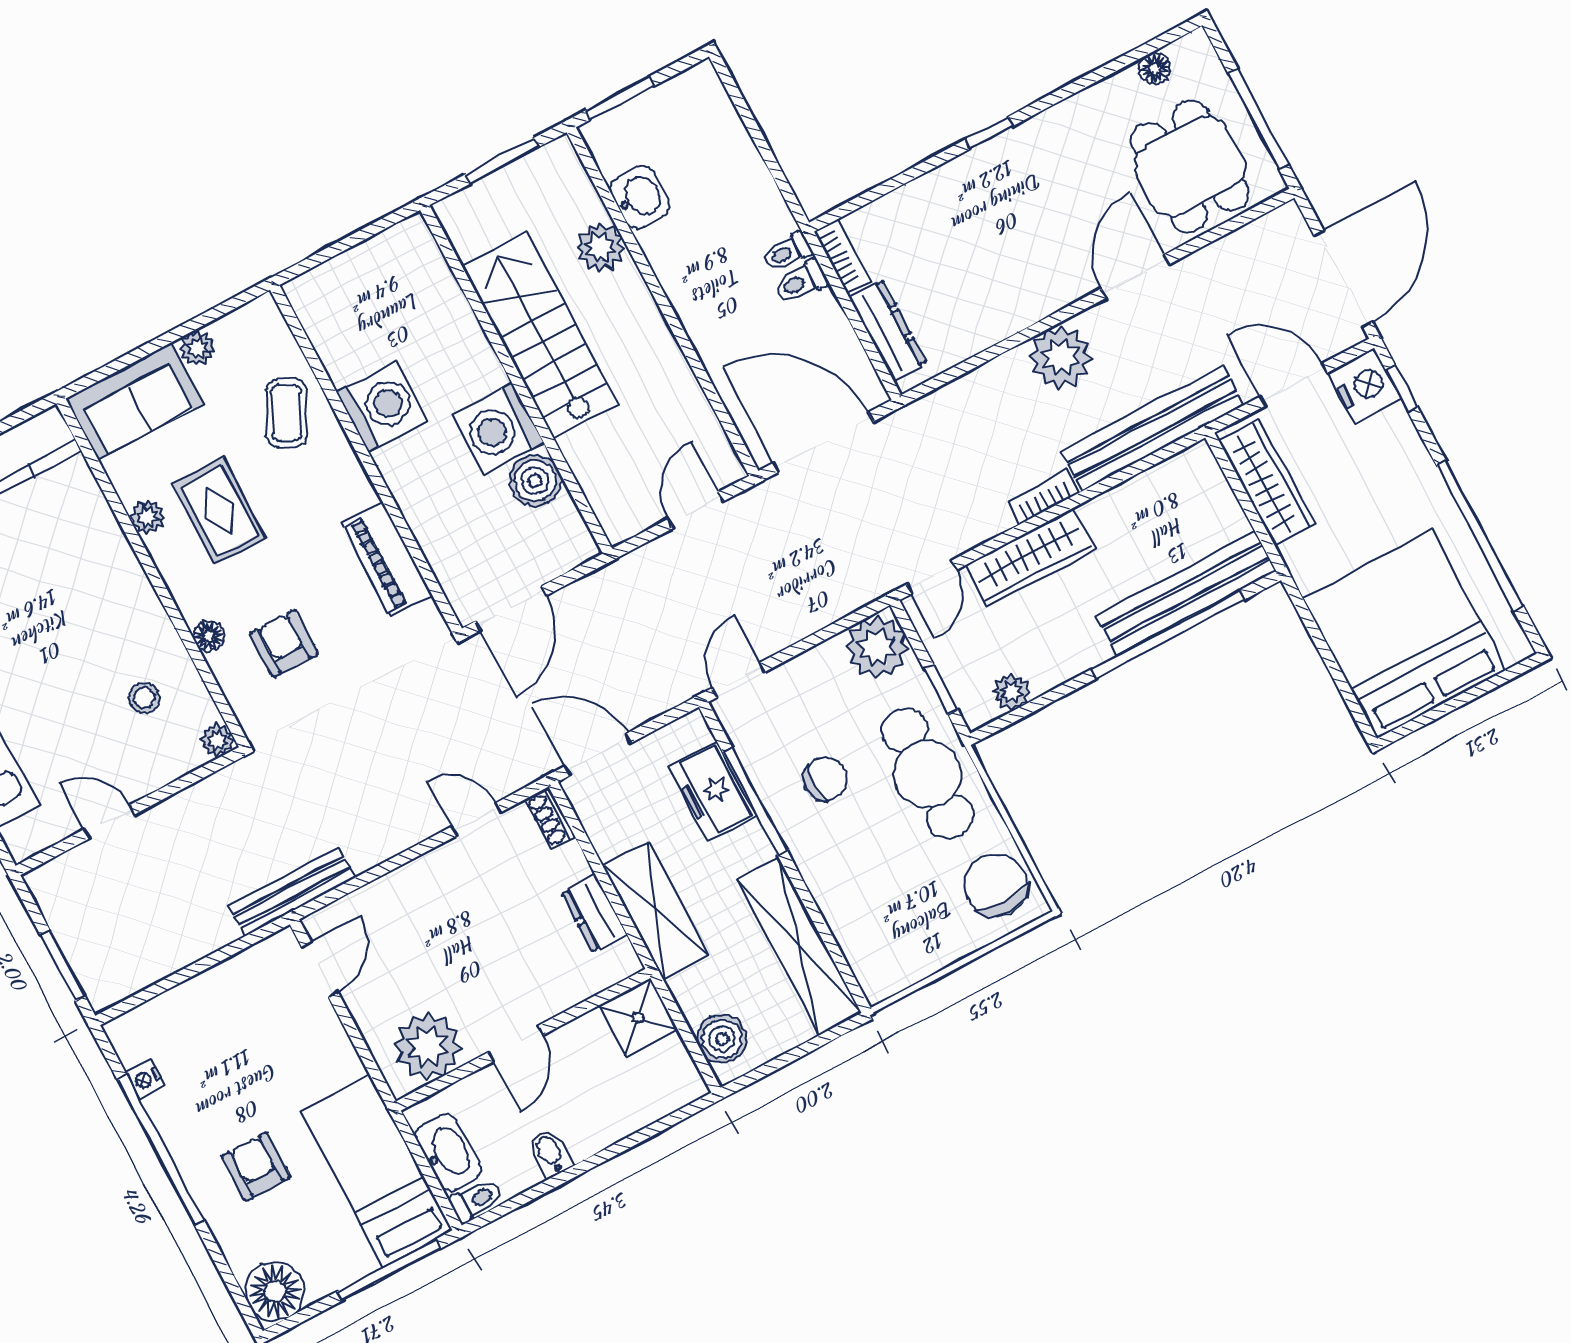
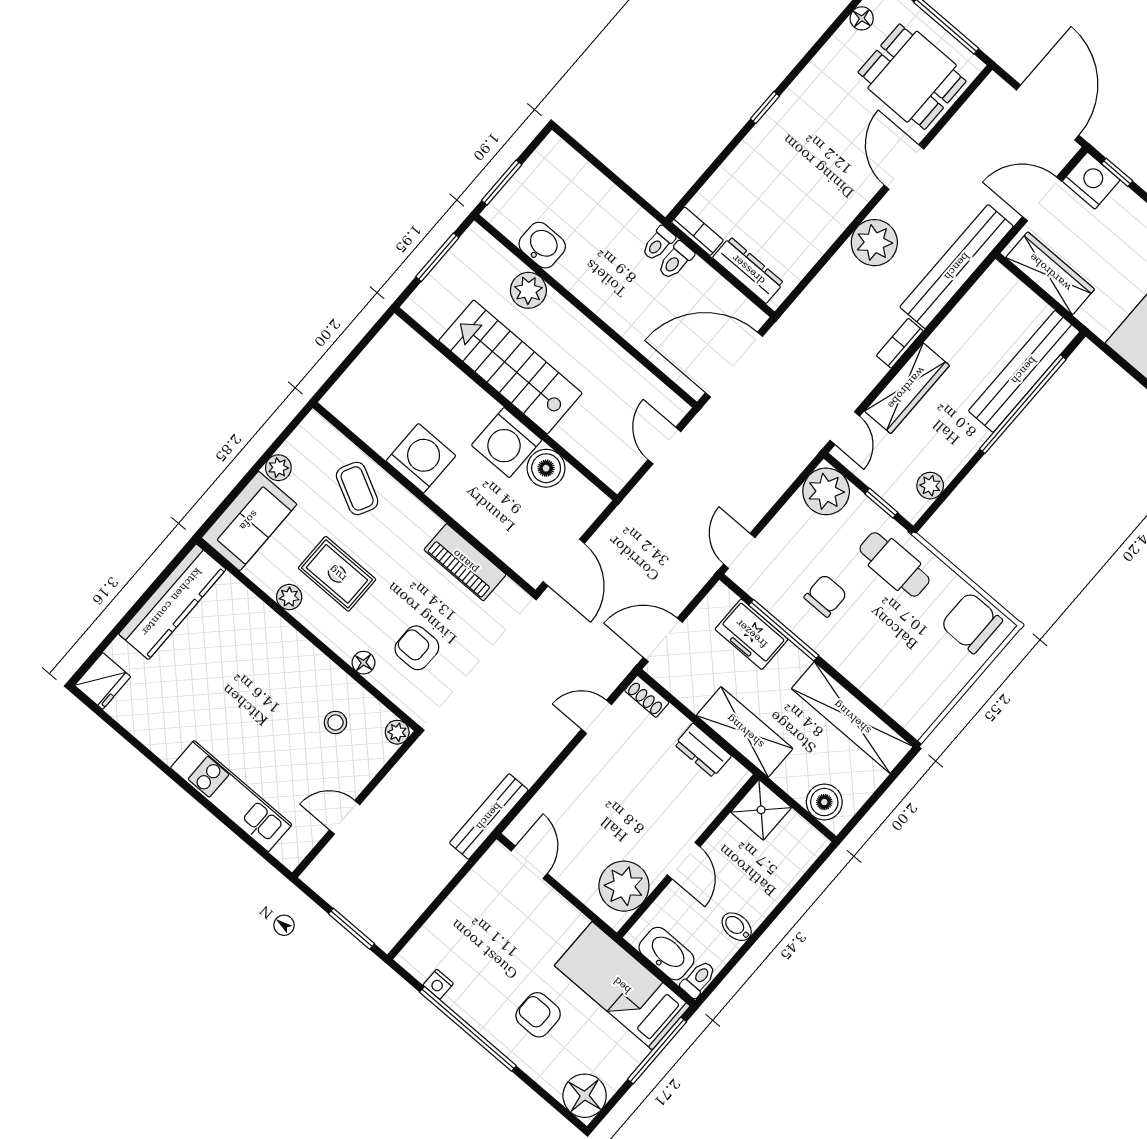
cafe table: (927, 774) -> (895, 564), width x0.73, depth x0.74

